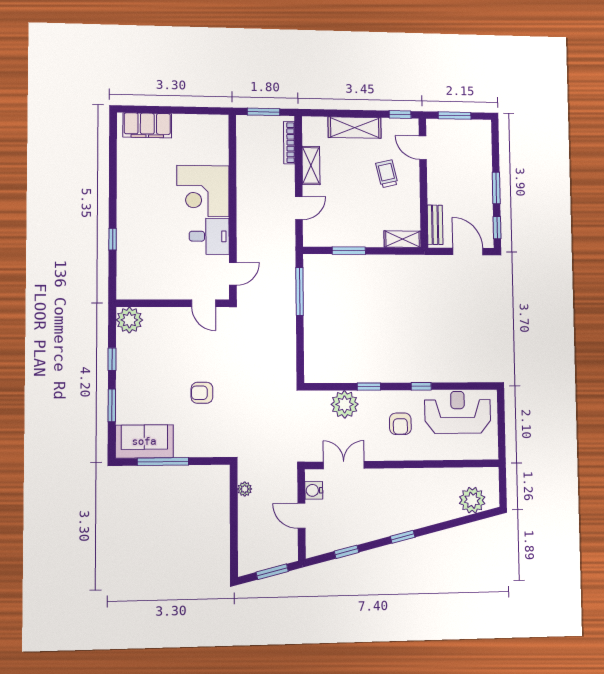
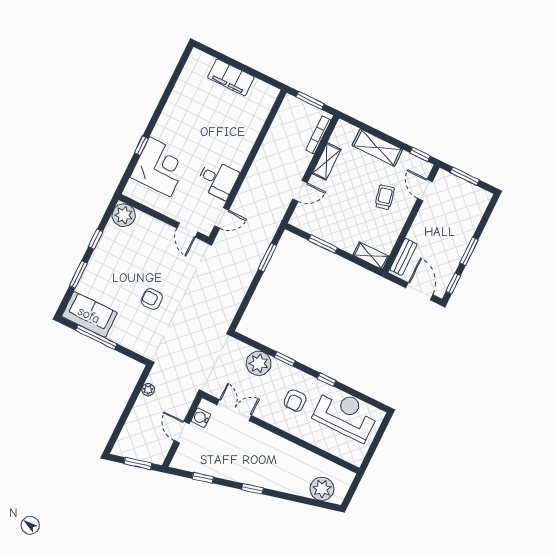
filing cabinet: (147, 125) -> (231, 77), moved
corner desk: (203, 191) -> (160, 167), moved, turned 180
window: (300, 291) -> (267, 257), width x0.69

